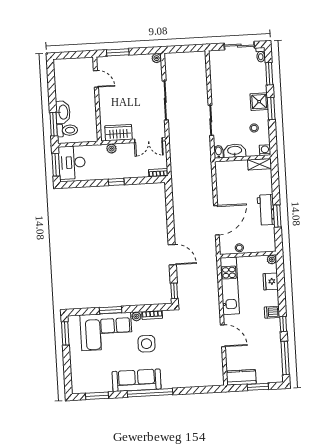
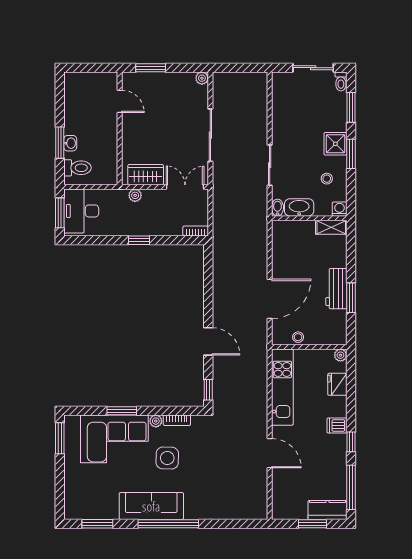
washbasin: (63, 112) -> (70, 143), width x0.52, depth x0.69
window: (54, 124) -> (60, 143), moved
double door: (148, 140) -> (185, 187), swing flipped
kitchen counter: (241, 377) -> (327, 510), moved

